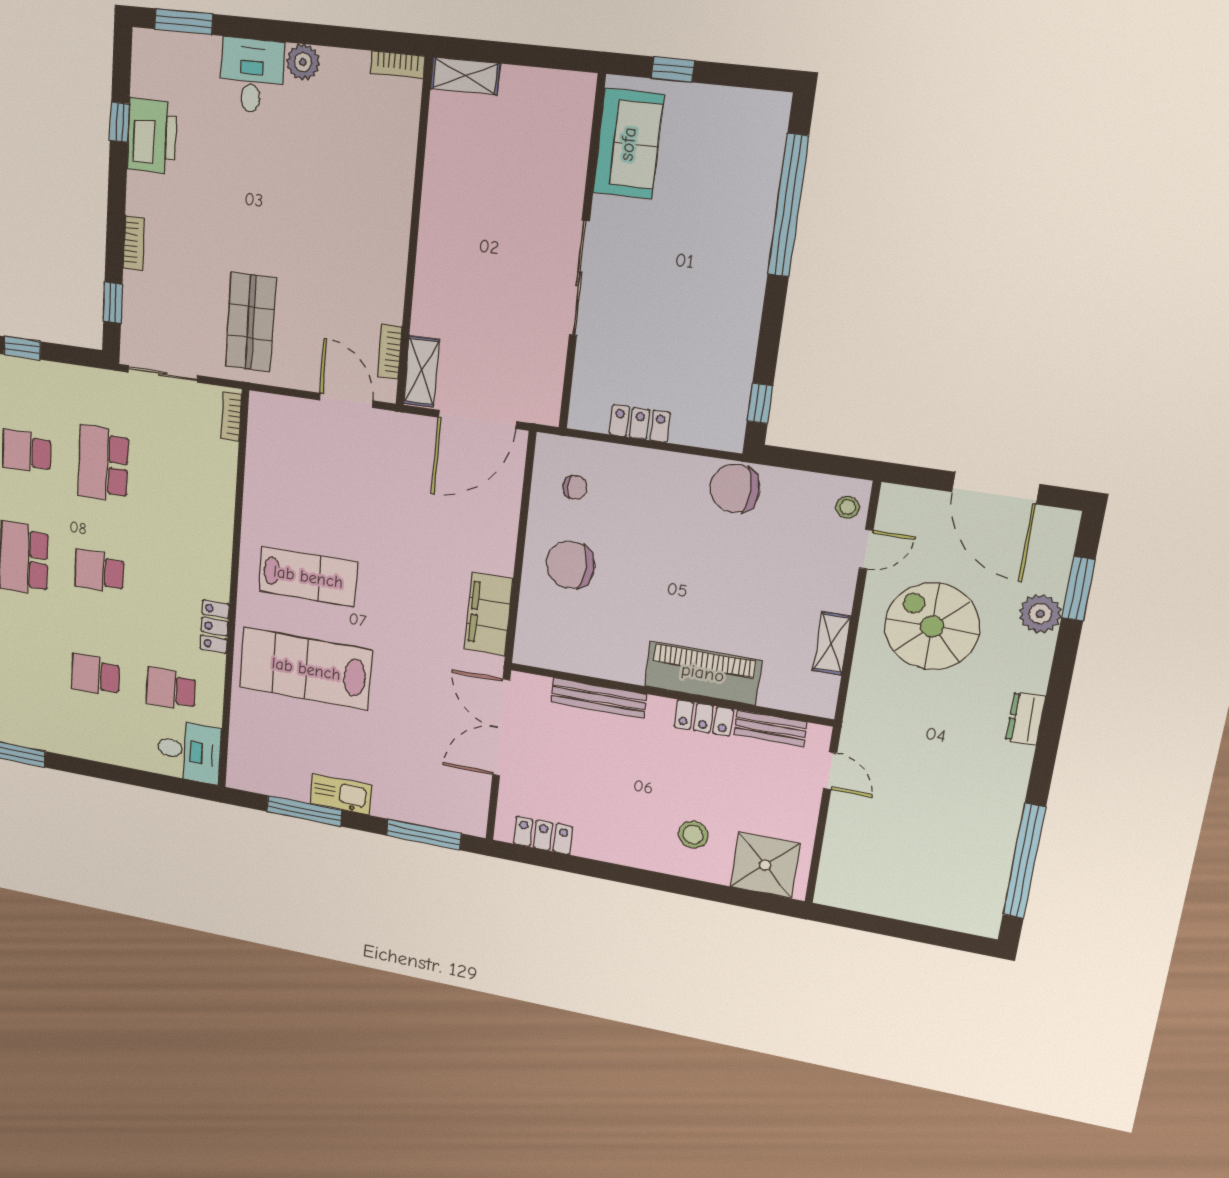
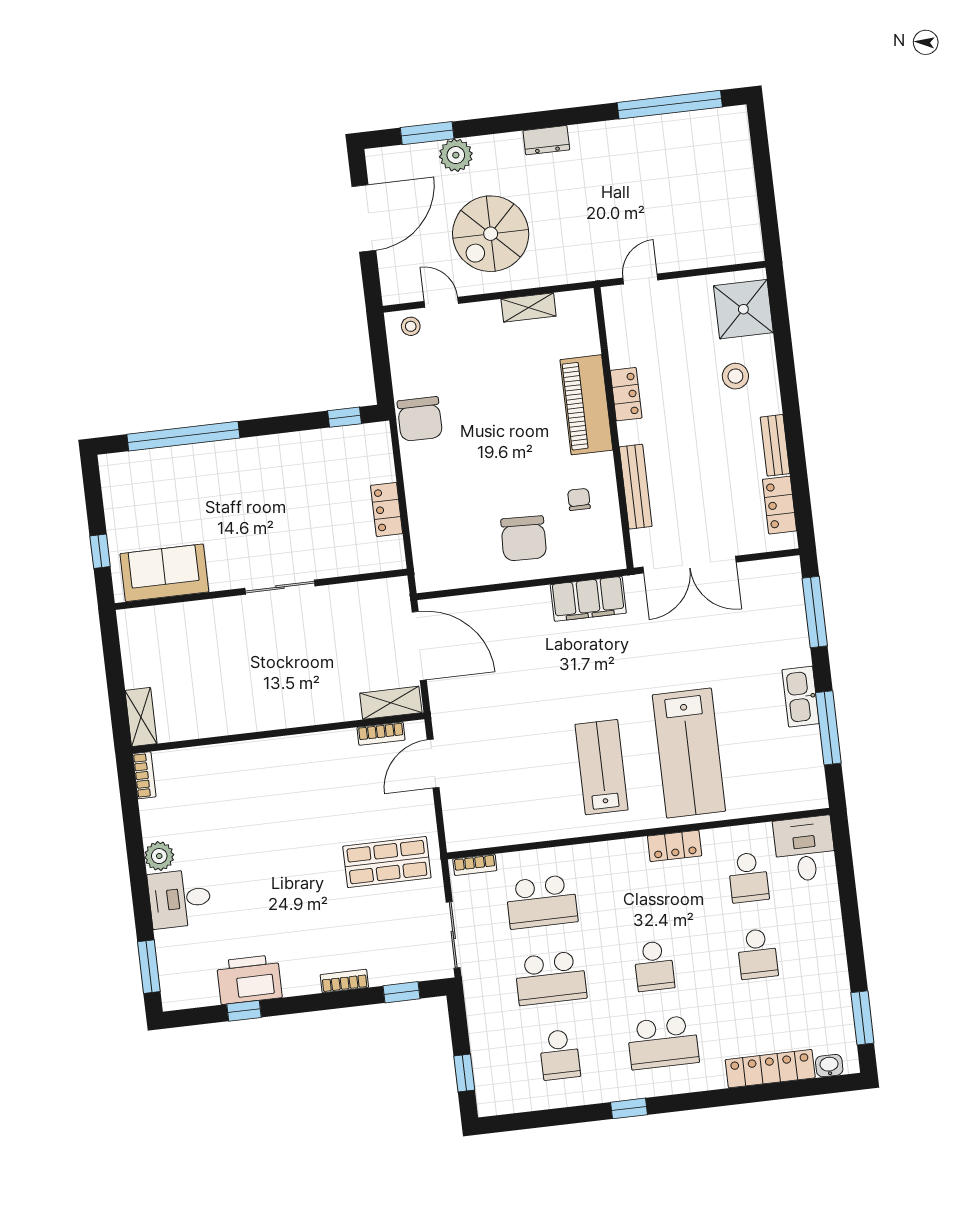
sliding door: (579, 278) -> (280, 587), width x0.73
school desk: (181, 476) -> (542, 902), added
chair: (575, 487) -> (579, 499), moved
bench: (770, 728) -> (775, 445), moved

